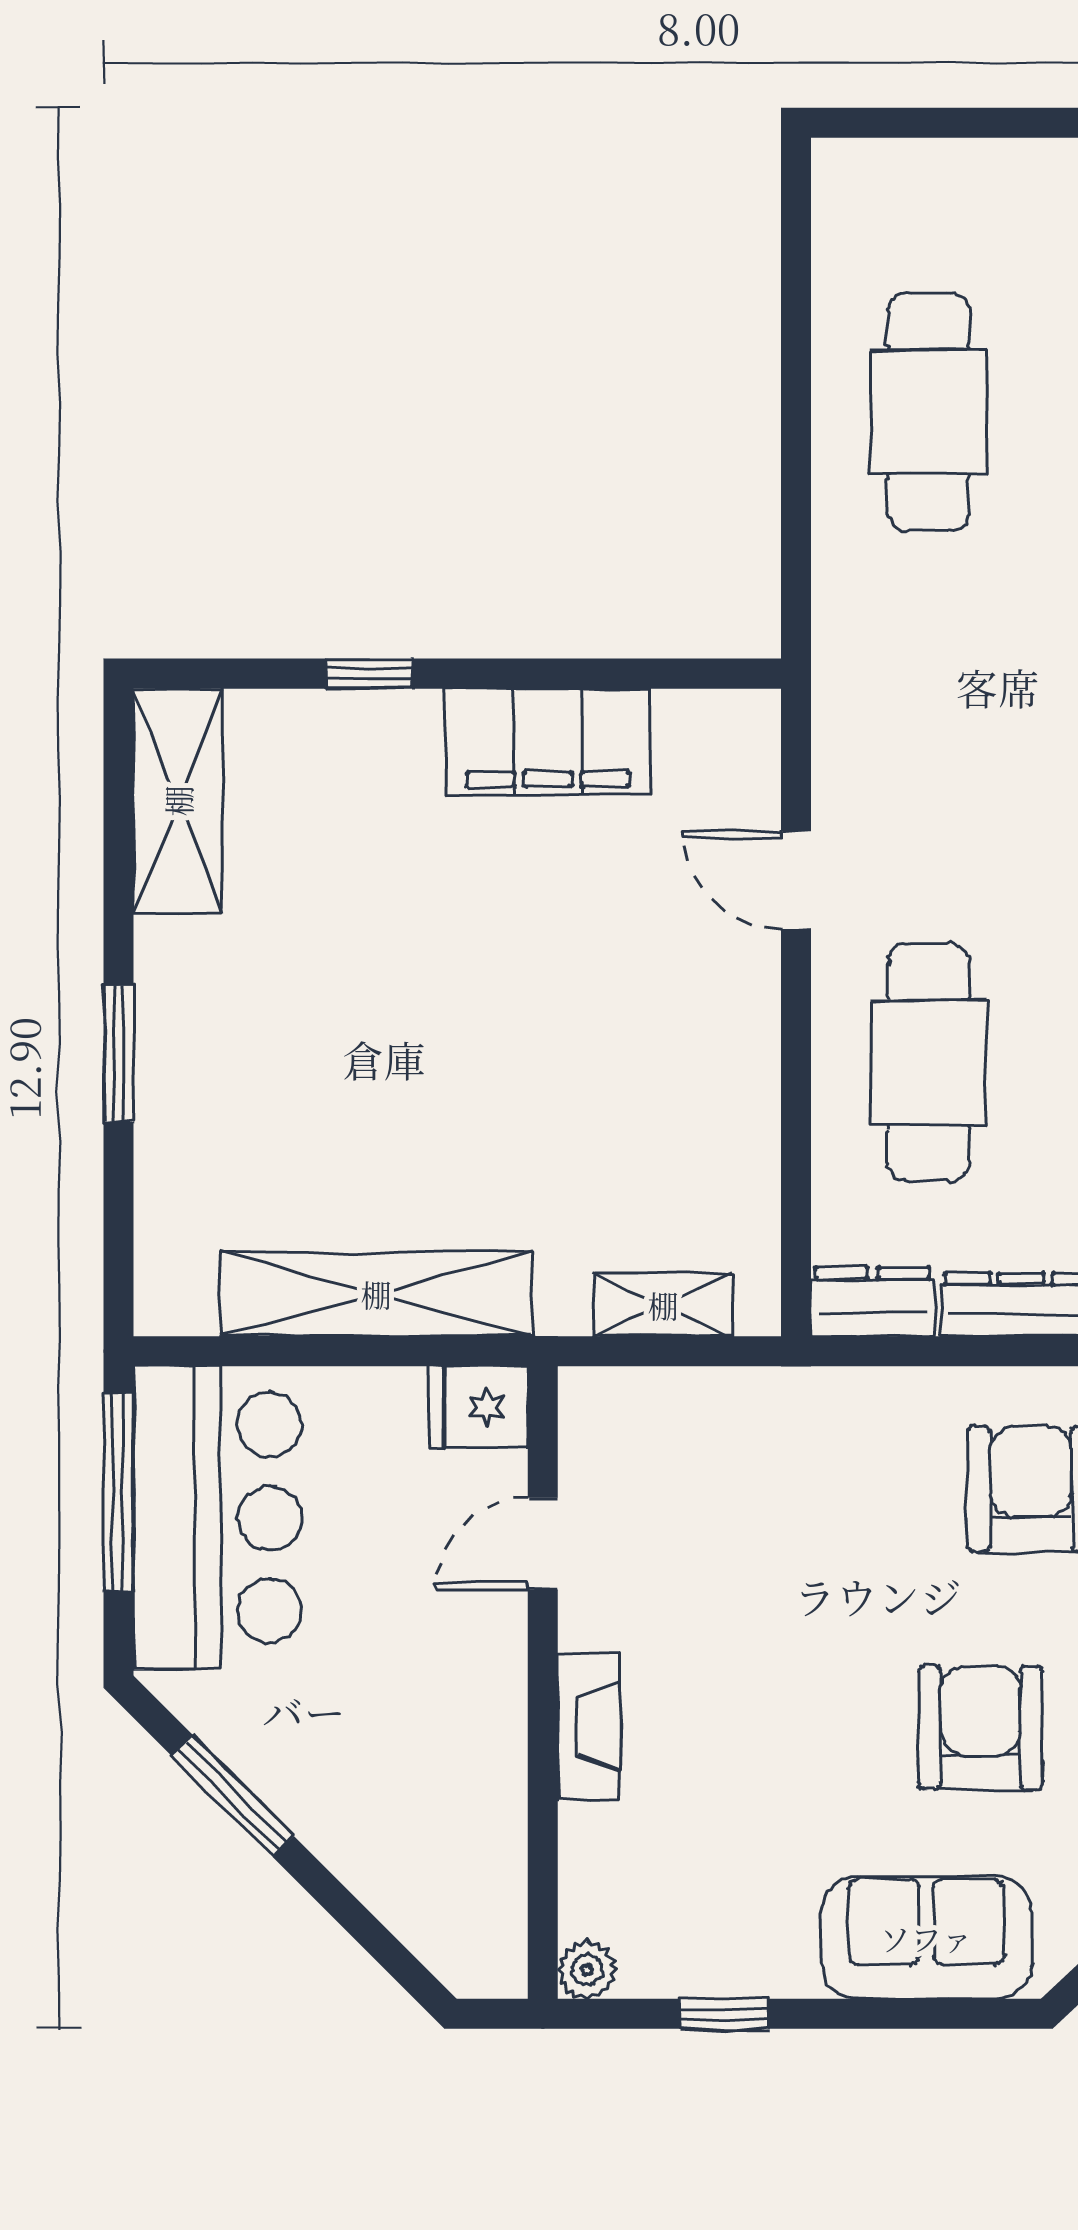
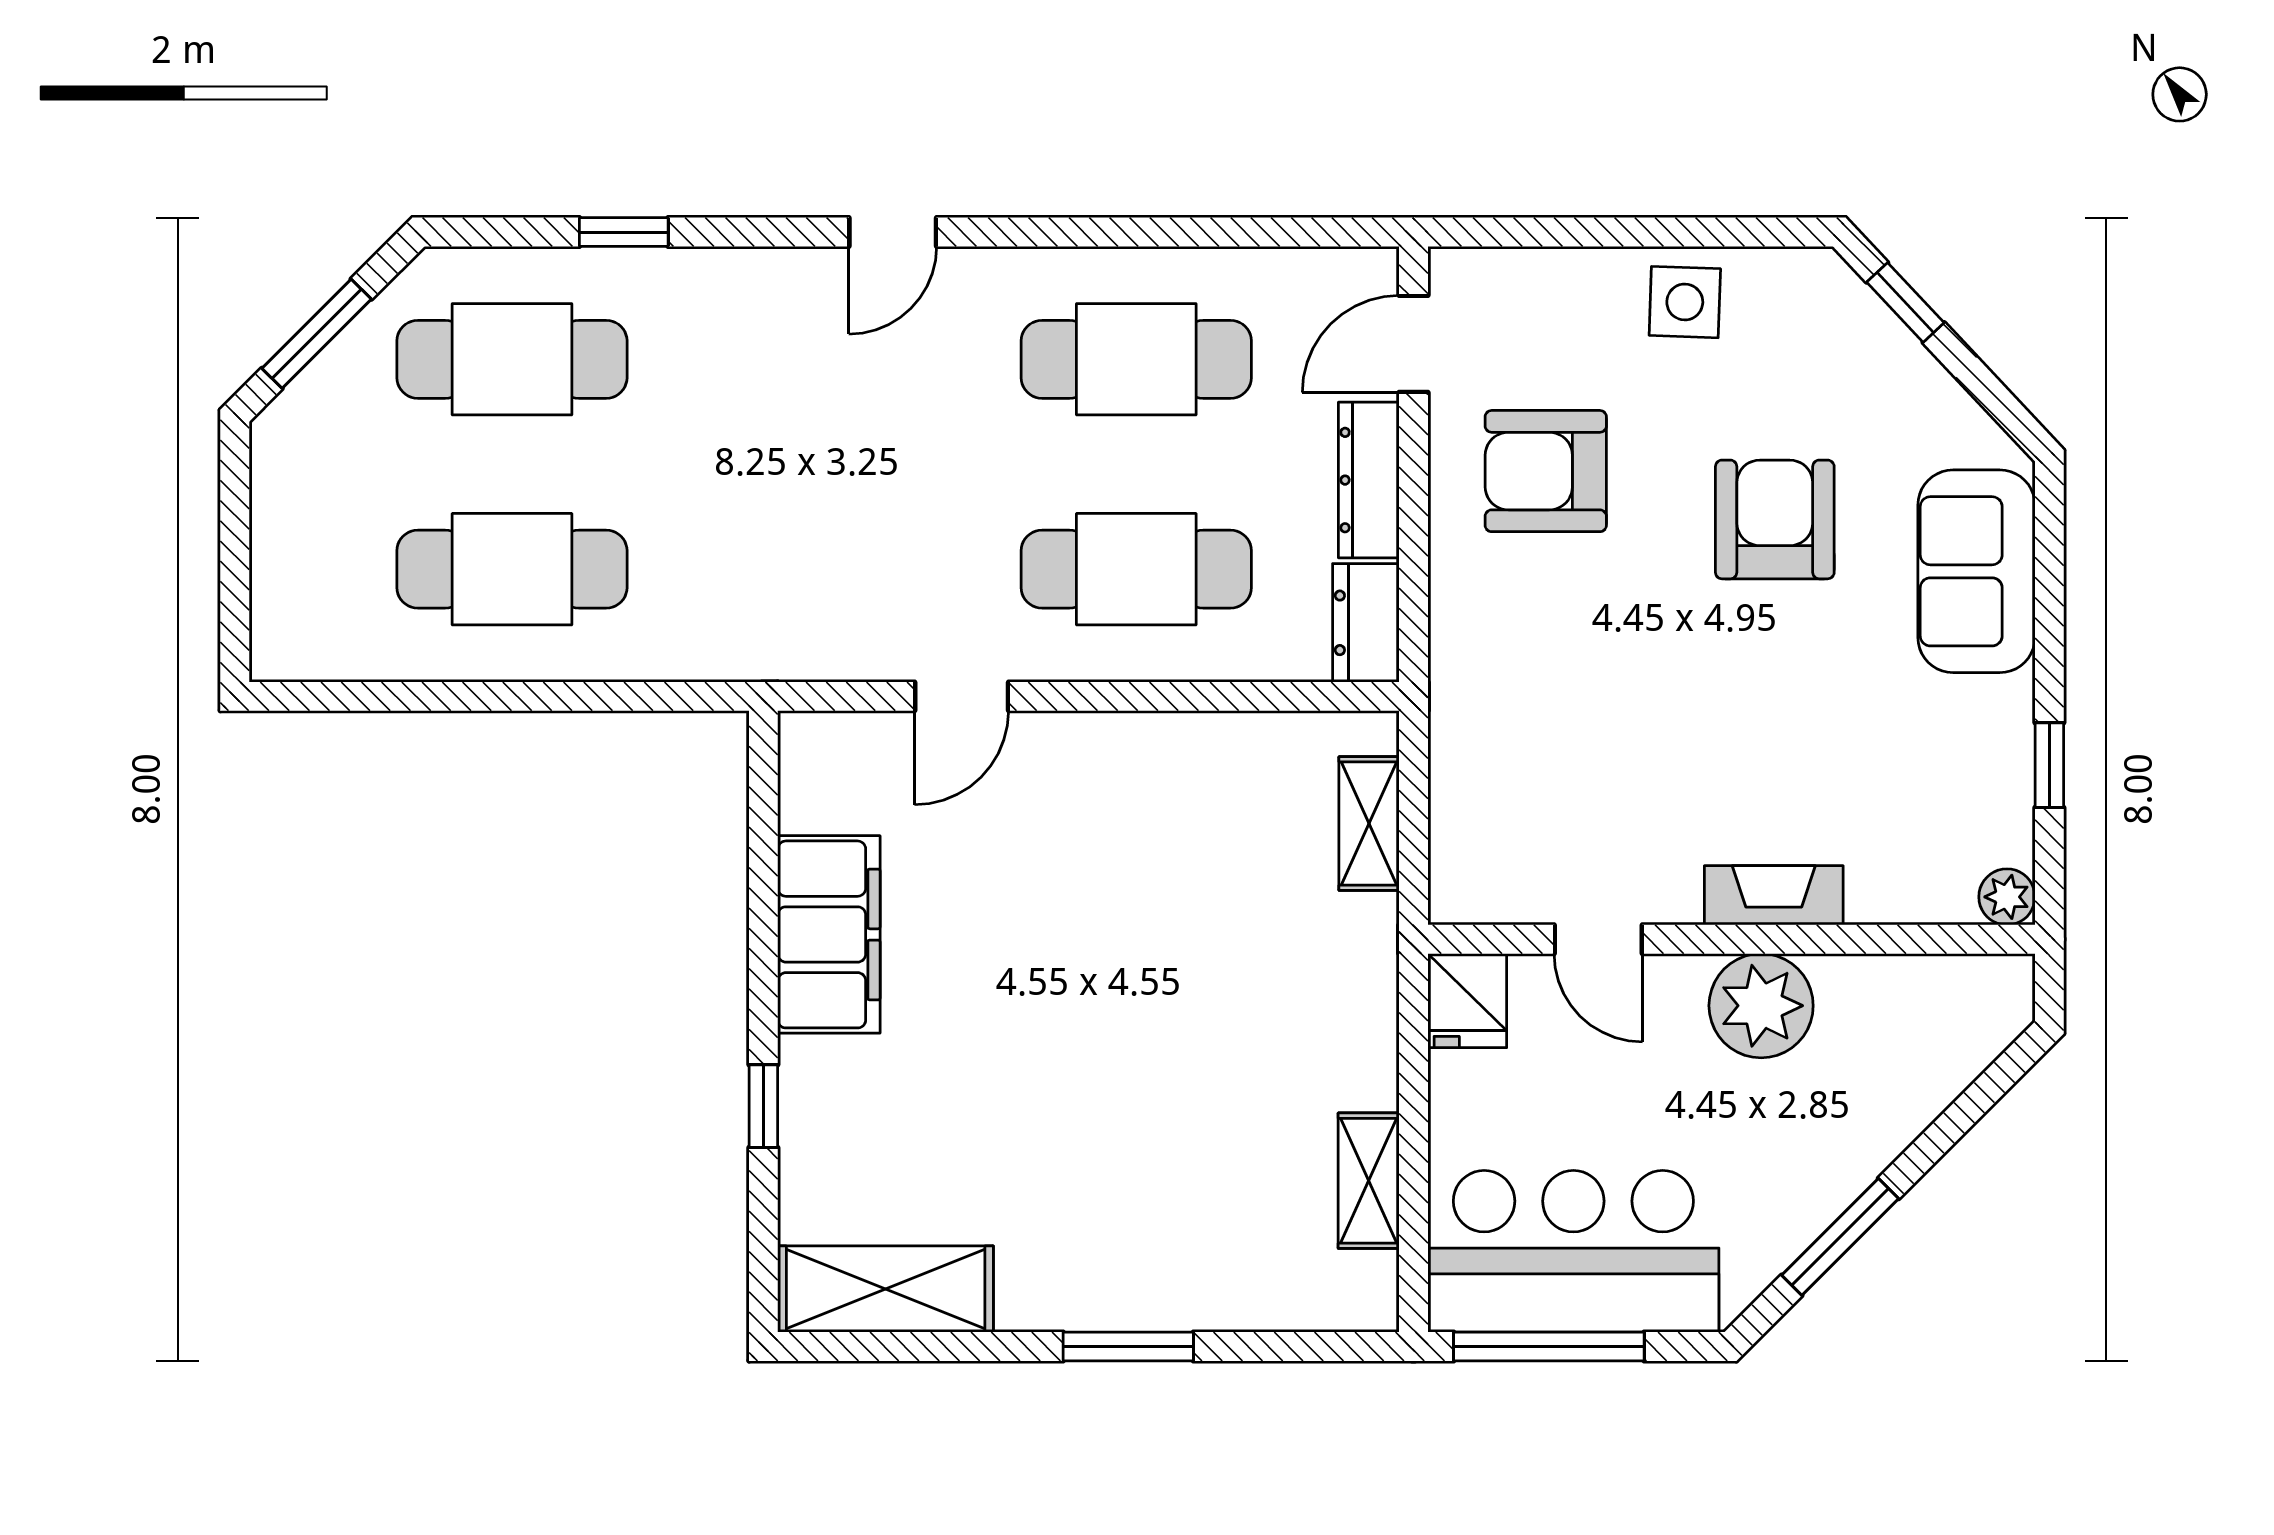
shelving: (376, 1294) -> (1369, 1181), width x0.45, depth x0.75
plant: (474, 1713) -> (1761, 1006), added
armchair: (980, 1728) -> (1775, 519), turned 90

